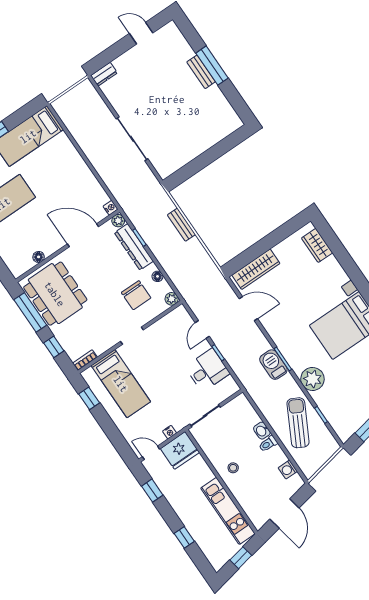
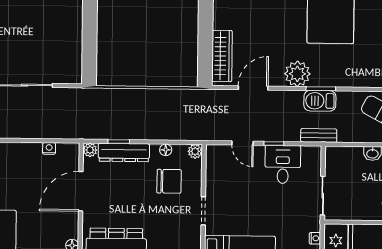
nightstand: (110, 208) -> (49, 148), moved
bench: (181, 225) -> (319, 135), moved
plant: (312, 379) -> (297, 74), moved

